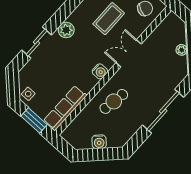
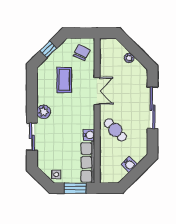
double door: (129, 53) -> (97, 91), swing flipped
water cooler: (100, 71) -> (89, 135), moved
cafe table: (114, 101) -> (115, 130), turned -53

